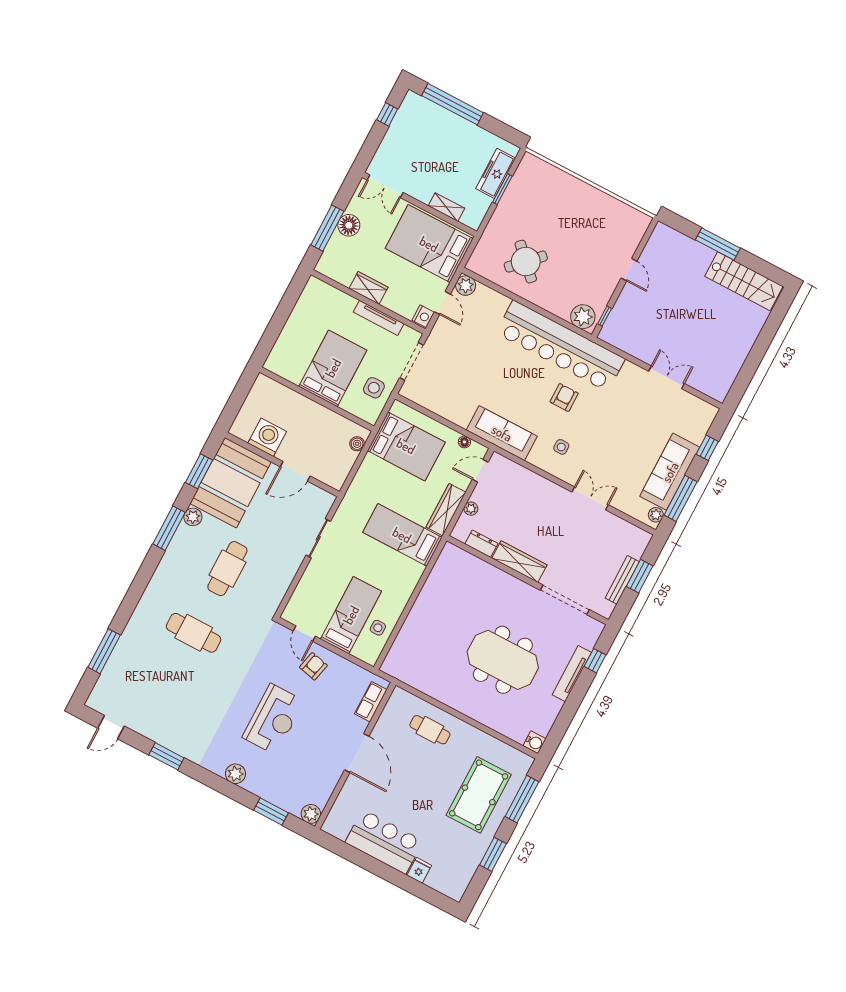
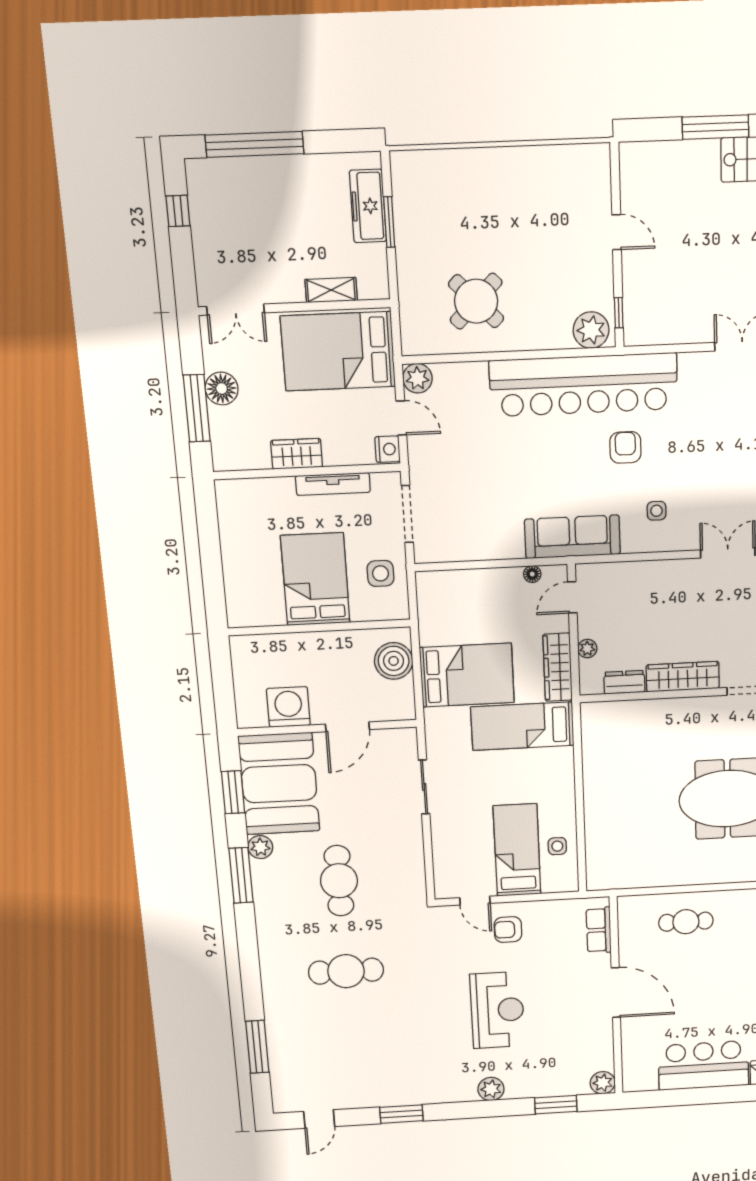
boiler: (357, 444) -> (394, 661), width x1.86, depth x1.86
bed: (406, 446) -> (467, 675), moved
armchair: (313, 666) -> (508, 930), turned -103

